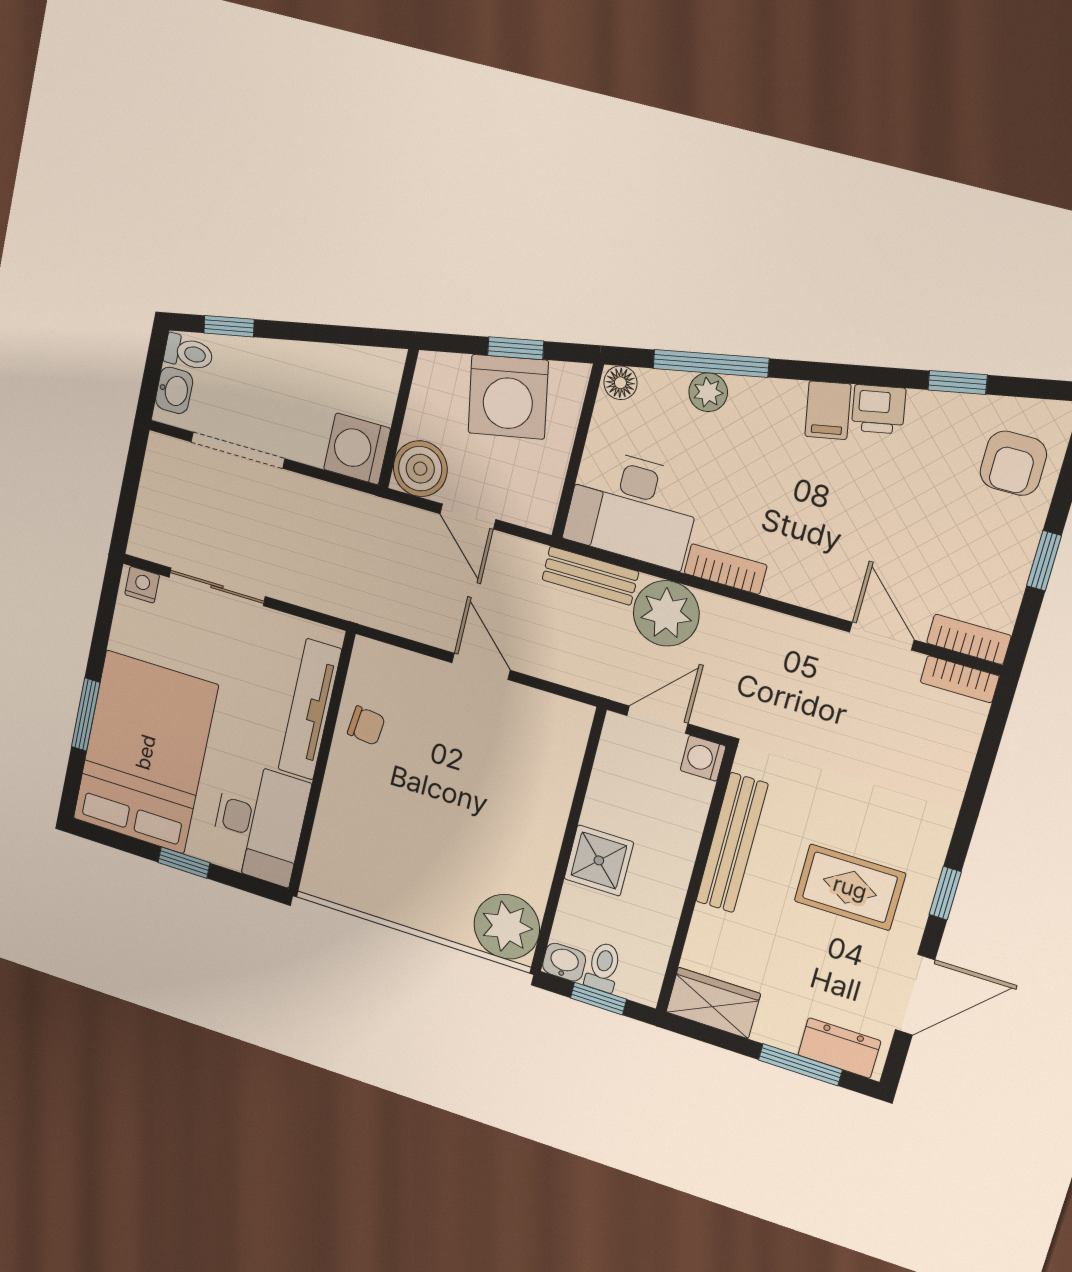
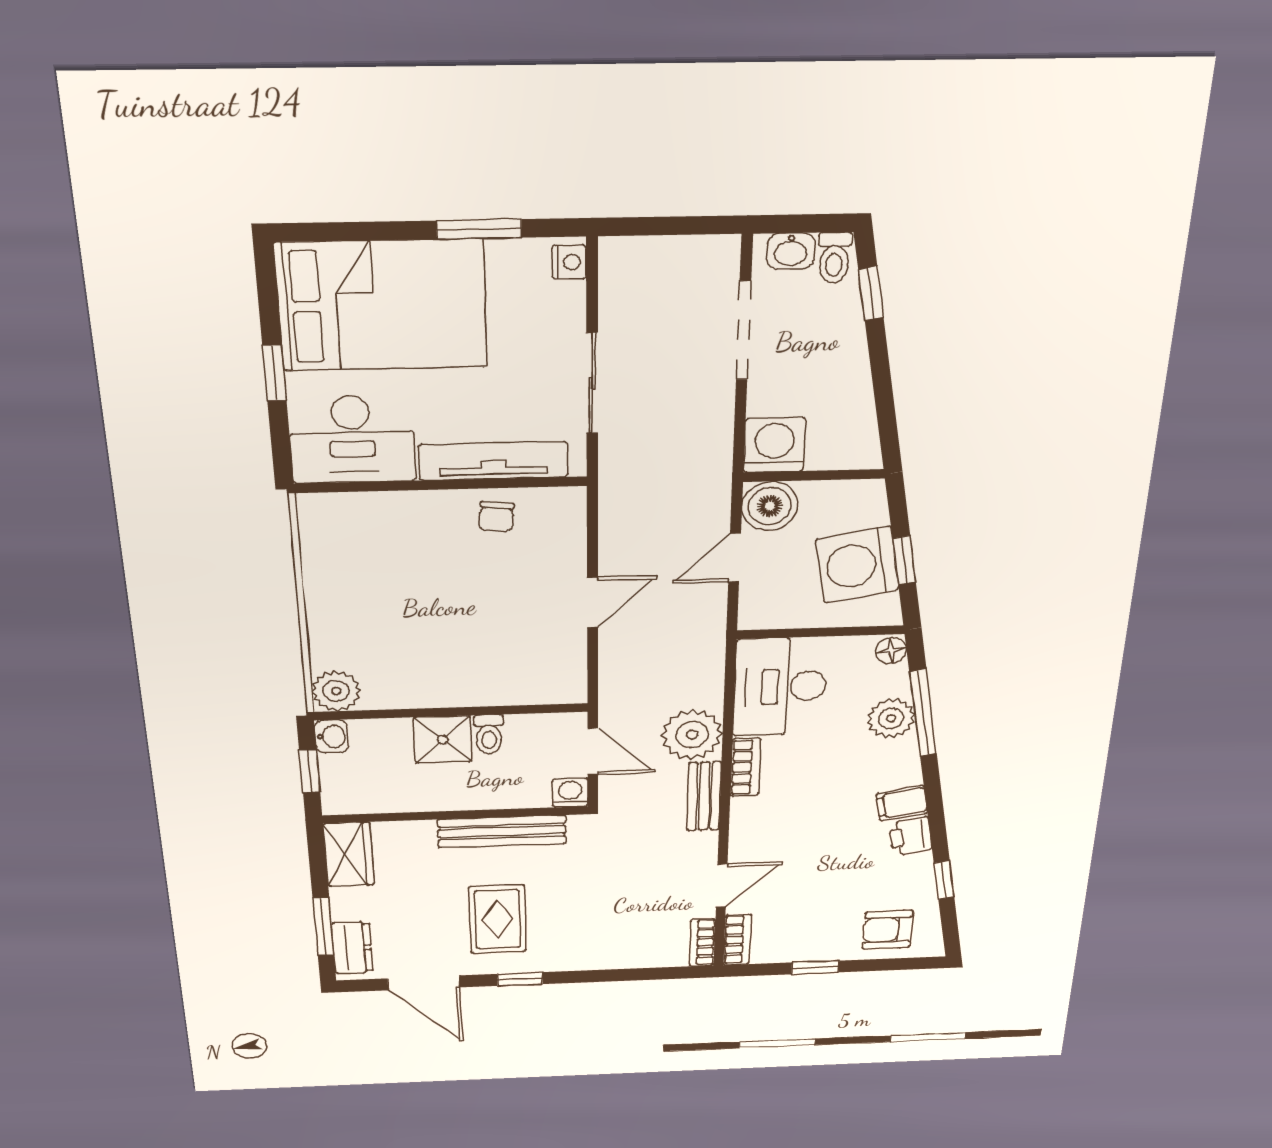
plant: (708, 392) -> (891, 718), width x1.38, depth x1.38
bench: (590, 576) -> (704, 796), moved
sliding door: (217, 587) -> (592, 383), moved
window: (86, 715) -> (479, 229), moved
plant: (507, 927) -> (336, 691), width x0.73, depth x0.73
toilet: (603, 967) -> (489, 735), moved, turned 90

